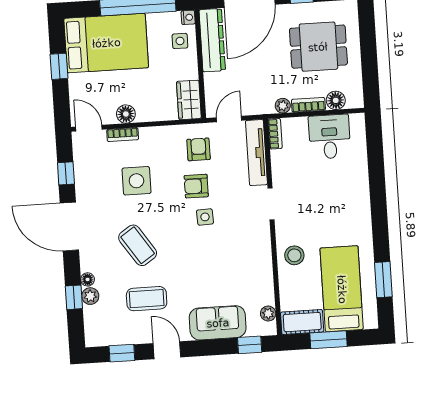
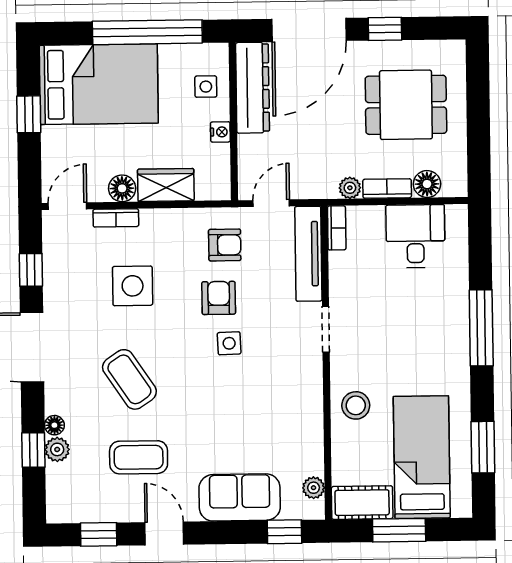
nightstand: (188, 17) -> (220, 132), moved
wardrobe: (189, 100) -> (166, 185), moved, turned 90
door: (89, 128) -> (67, 206), hinge flipped
armchair: (199, 149) -> (225, 245), turned 90
armchair: (196, 186) -> (219, 298), turned 90
window: (378, 198) -> (481, 328), added

